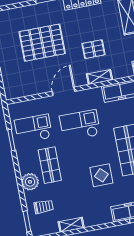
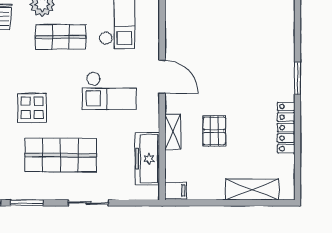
pallet: (42, 43) -> (237, 59), removed
checkout: (80, 125) -> (109, 91), turned 90

